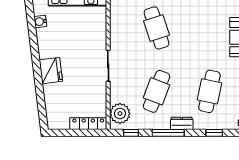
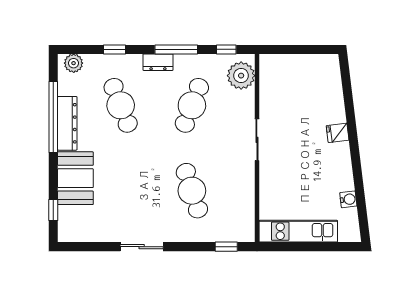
fridge: (51, 71) -> (338, 133), width x0.53, depth x0.75
cafe table: (209, 91) -> (121, 105), turned -33
locker: (88, 124) -> (284, 62), removed

